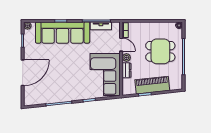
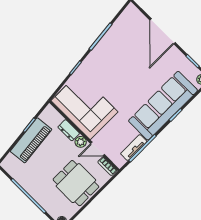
dining table: (160, 51) -> (76, 183), moved, turned 90

